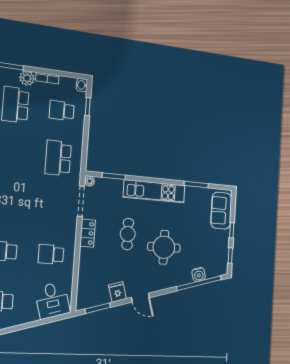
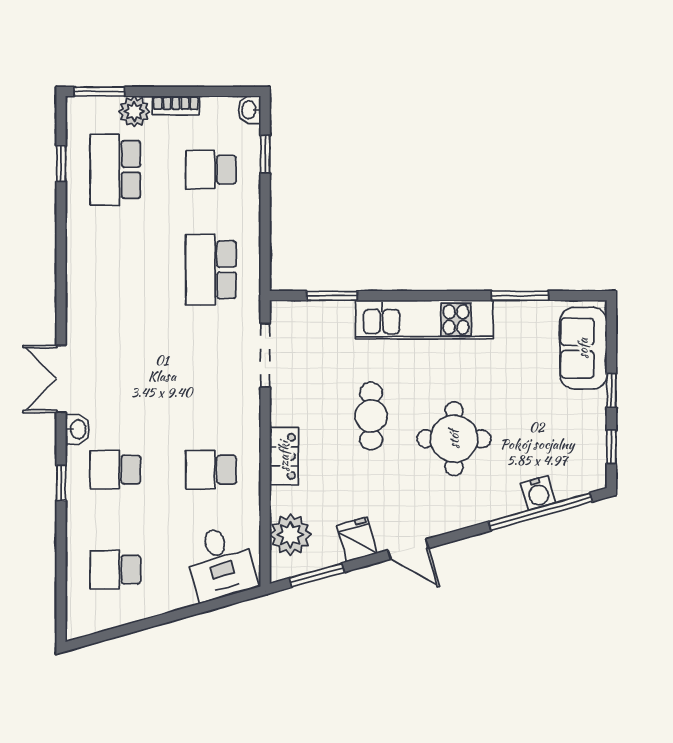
plant: (90, 181) -> (290, 535), moved, width x1.88, depth x1.88
locker: (88, 233) -> (284, 456), moved

